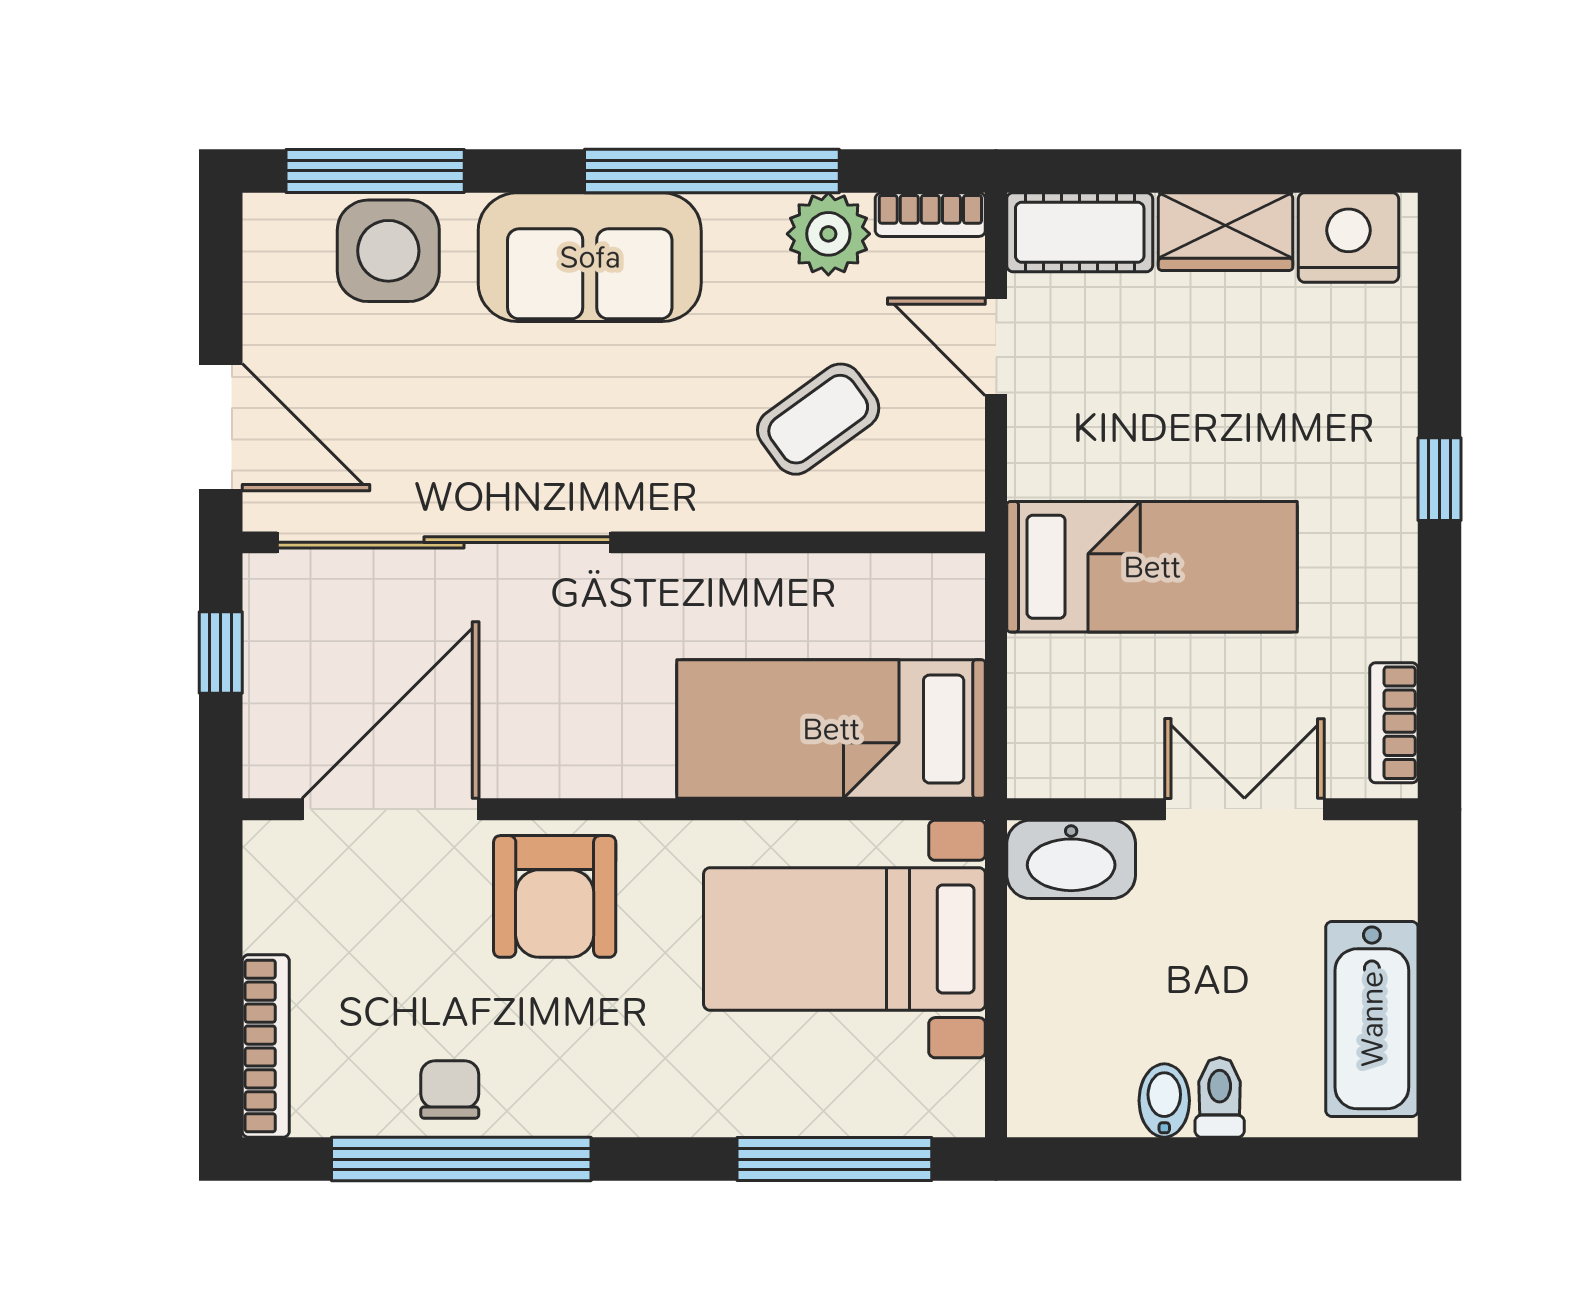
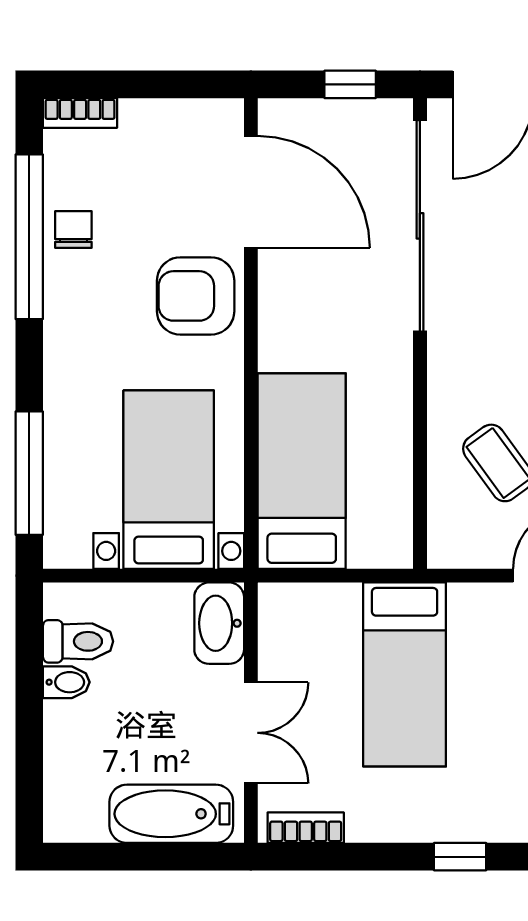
bathtub: (1372, 1019) -> (171, 814), moved
bookcase: (266, 1046) -> (80, 113), width x0.64
chair: (450, 1089) -> (73, 229), turned -90
toilet: (1220, 1097) -> (78, 641), moved, width x1.37, depth x1.39

